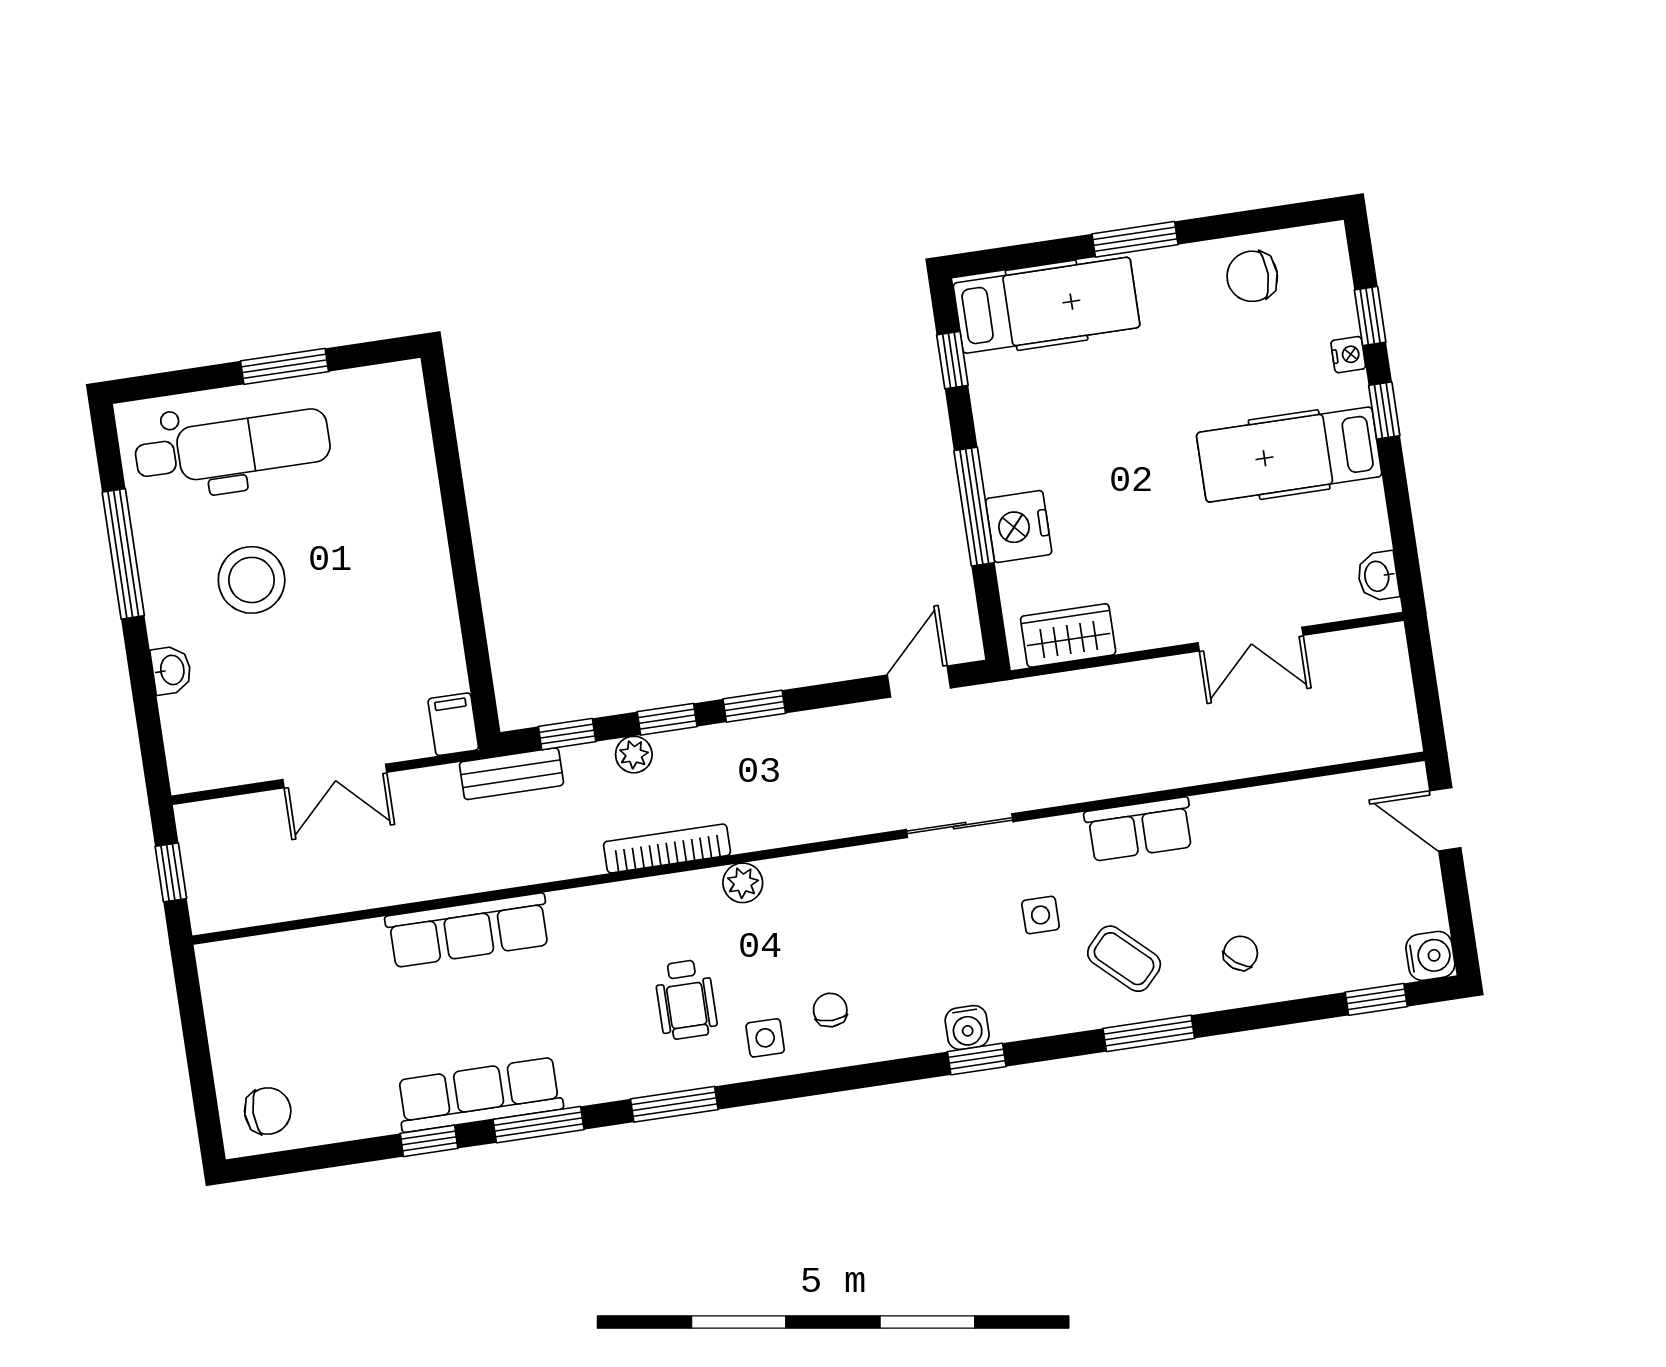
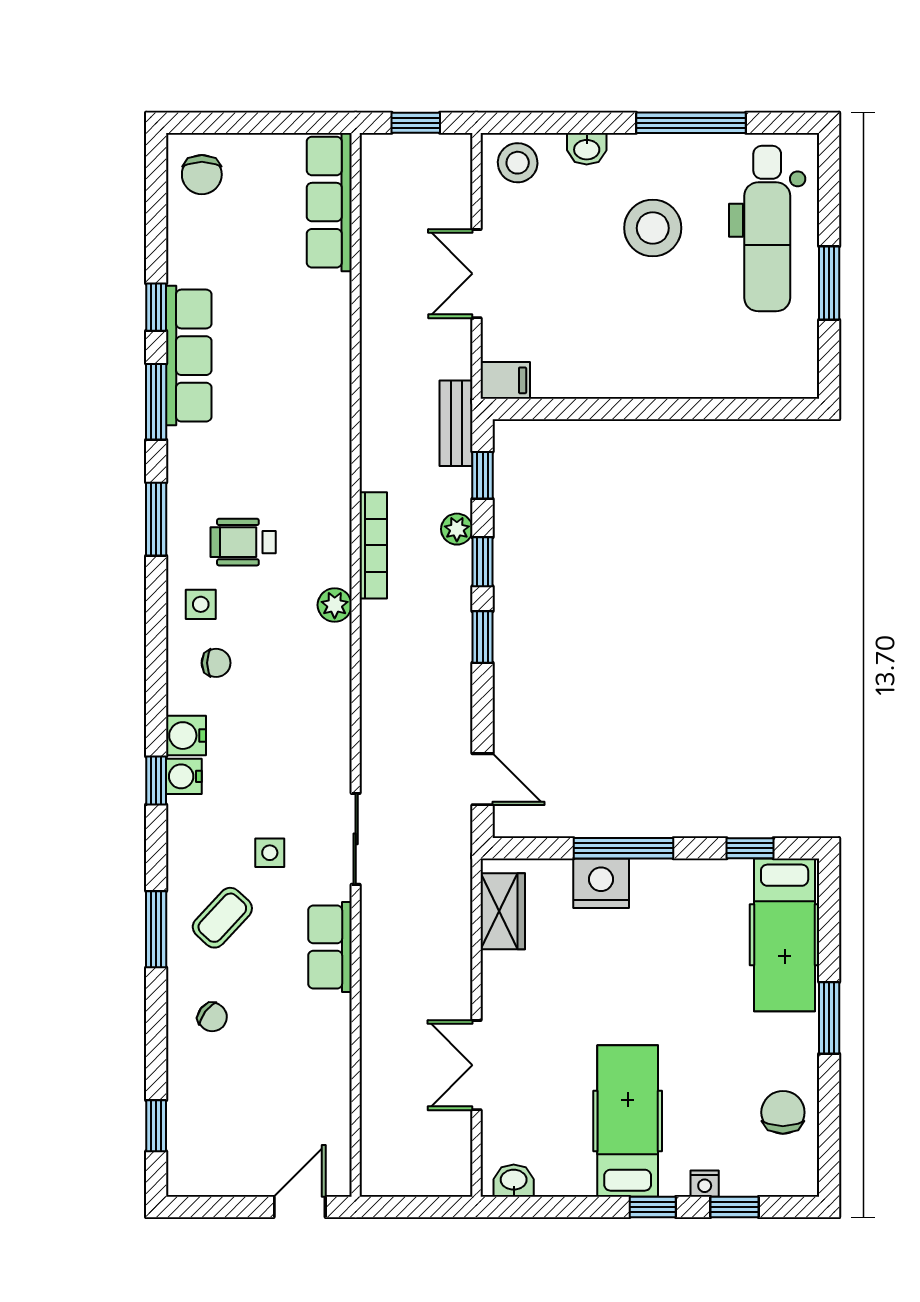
stool: (199, 748) -> (518, 163), added
sliding door: (960, 826) -> (356, 839), moved
row of seats: (468, 930) -> (329, 202), moved
water cooler: (1430, 956) -> (186, 736), moved, turned 90

